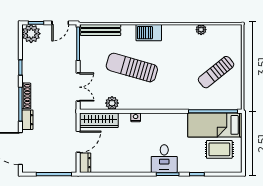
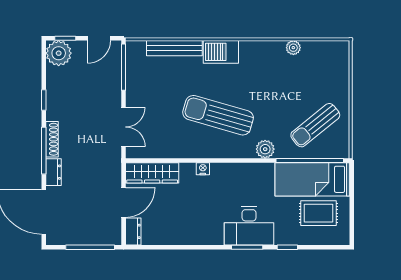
bench: (101, 30) -> (174, 48), moved
sun lounger: (132, 68) -> (218, 115), moved
sun lounger: (216, 72) -> (315, 125), moved
plant: (112, 103) -> (265, 149), moved
desk: (164, 159) -> (249, 226), width x1.37

